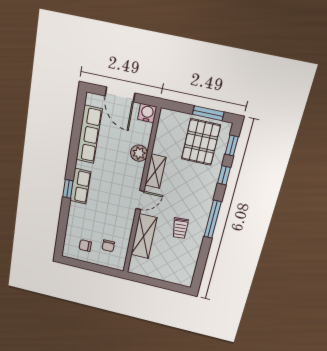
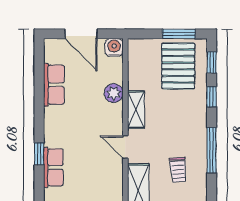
row of seats: (89, 135) -> (54, 85), width x0.68
row of seats: (80, 186) -> (53, 167), moved
door: (140, 200) -> (125, 147), swing flipped

